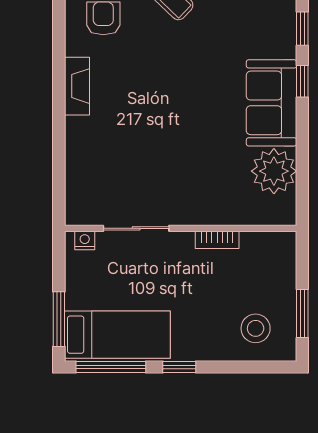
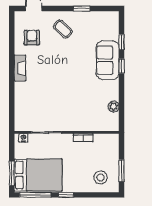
sofa: (271, 103) -> (108, 60), moved
plant: (274, 171) -> (114, 107), width x0.53, depth x0.53
bed: (117, 335) -> (38, 175), width x1.50

